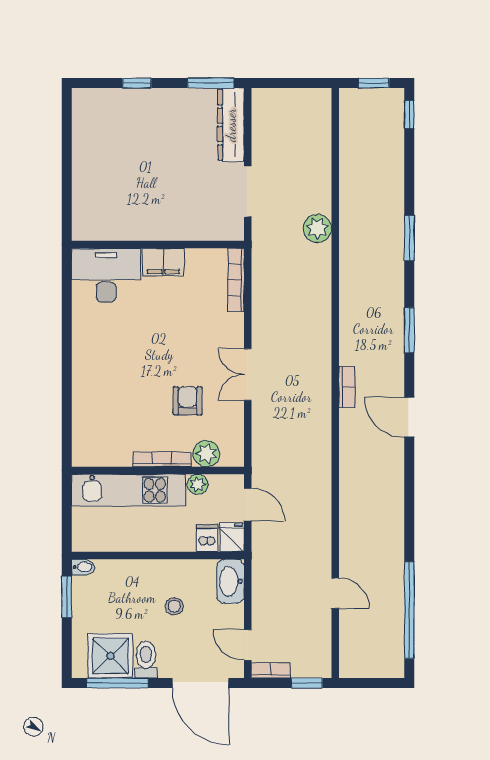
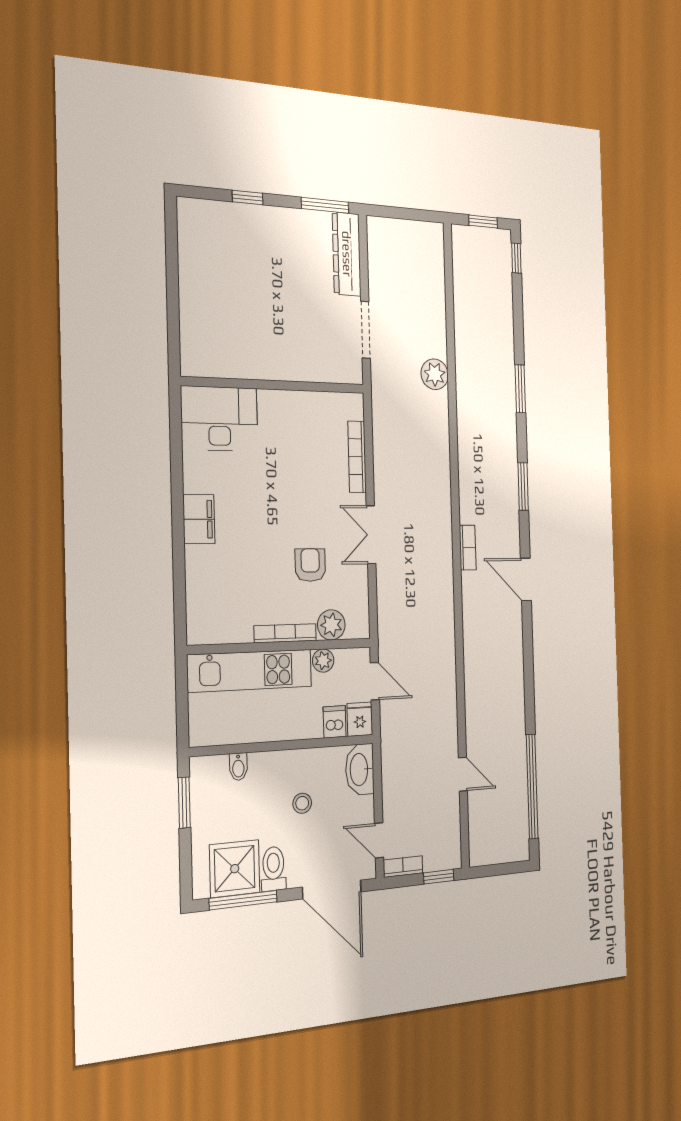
filing cabinet: (163, 262) -> (199, 519), moved, turned -90
bookcase: (236, 280) -> (357, 457), moved
bidet: (83, 567) -> (238, 767), moved, turned 90

